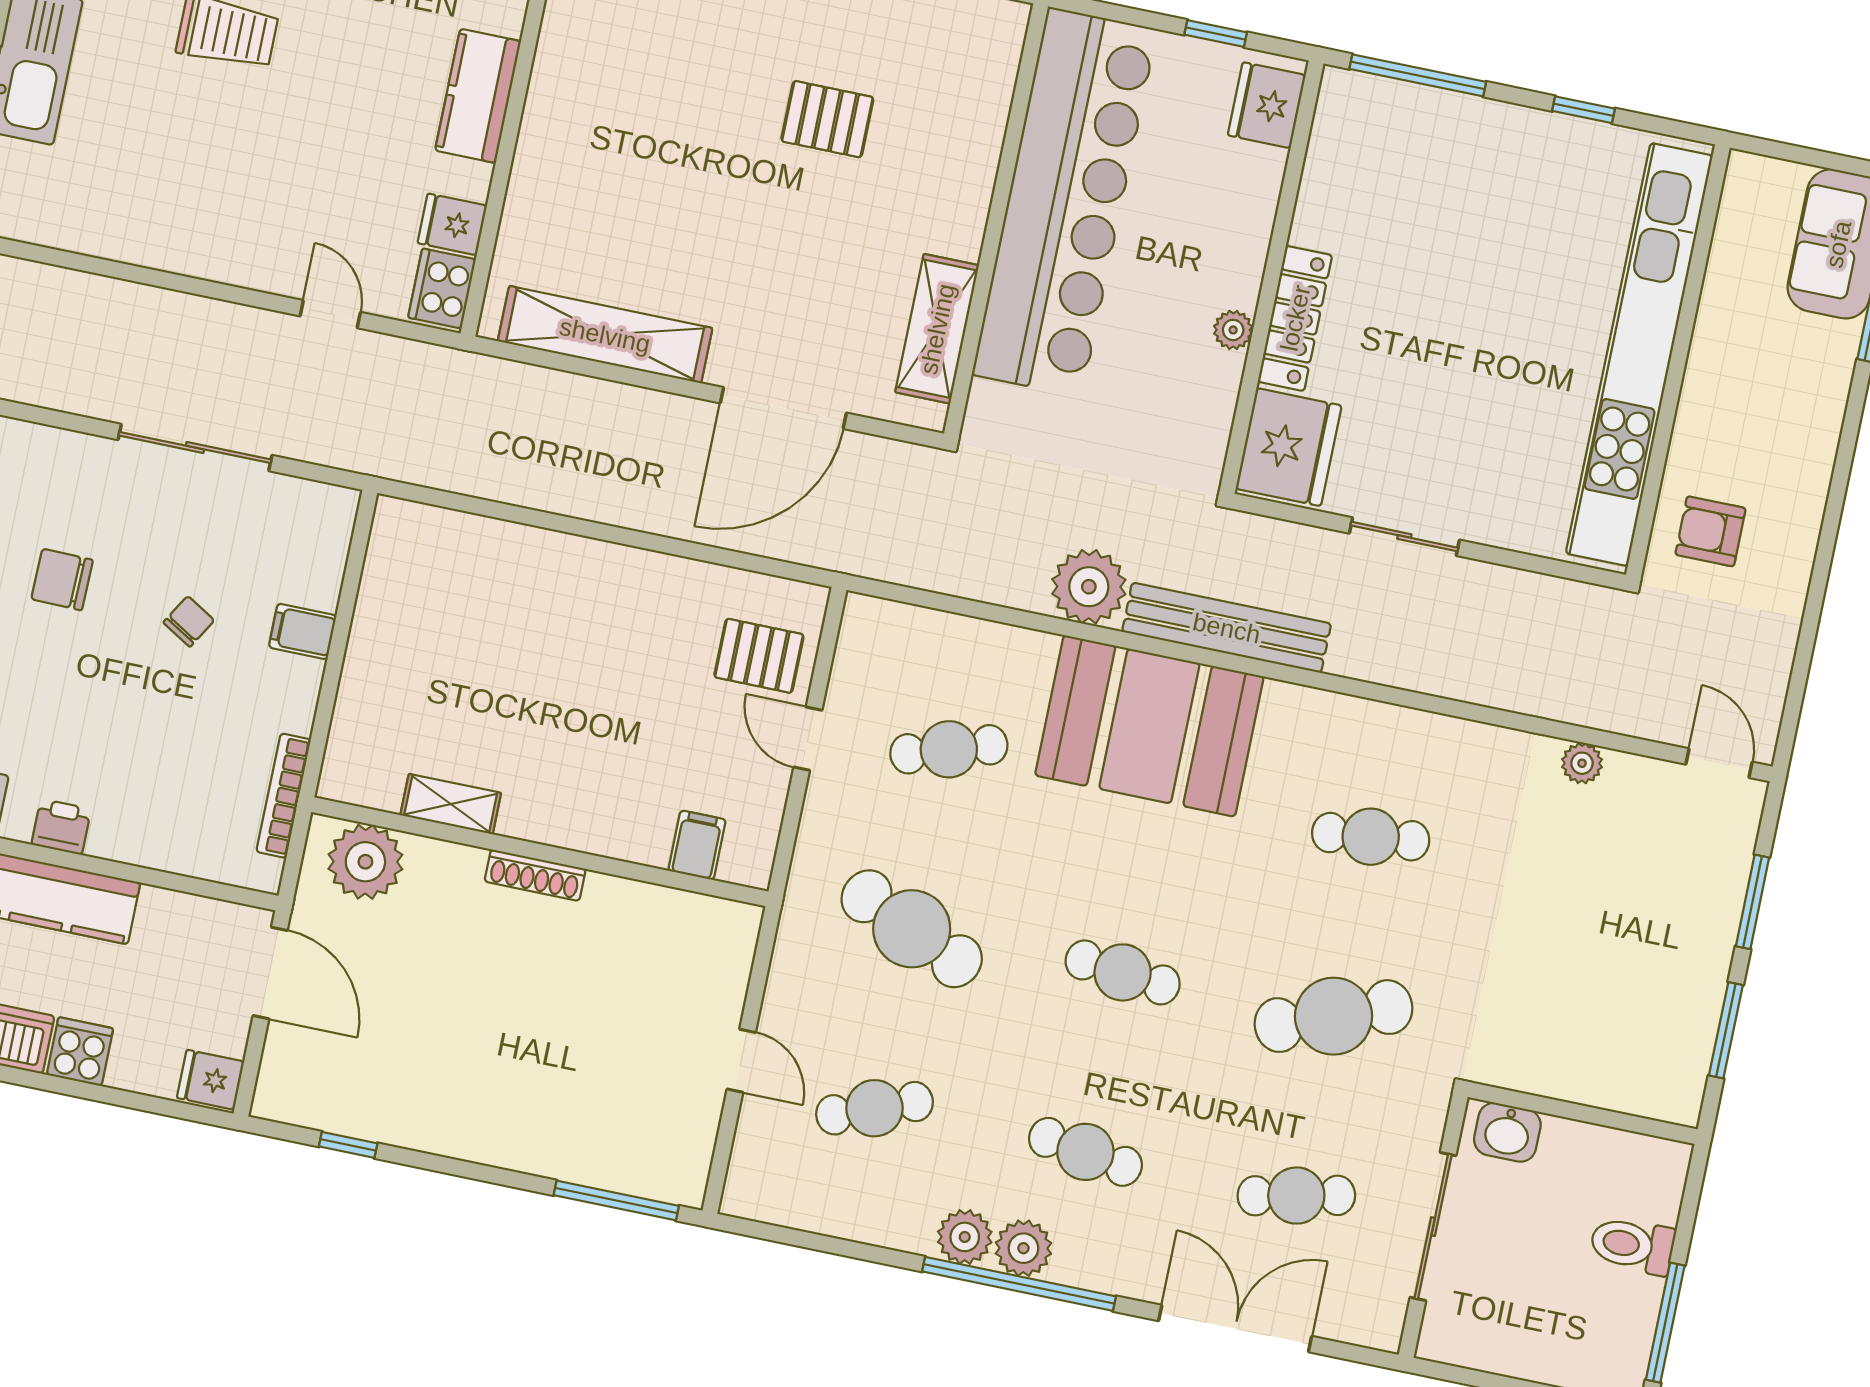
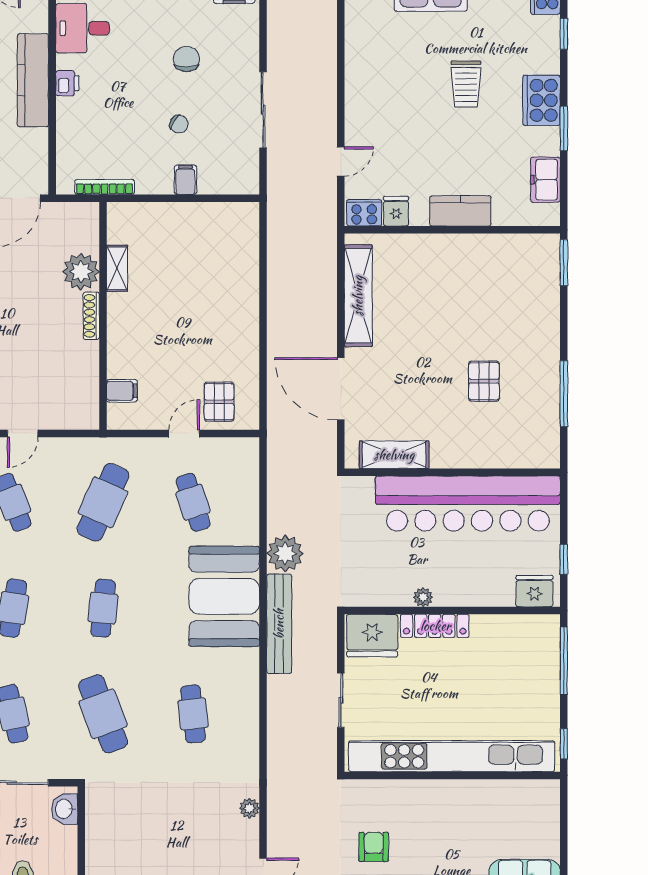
kitchen unit: (1639, 355) -> (452, 756), moved
wall: (1678, 361) -> (452, 775), moved
plant: (365, 862) -> (81, 272), moved

